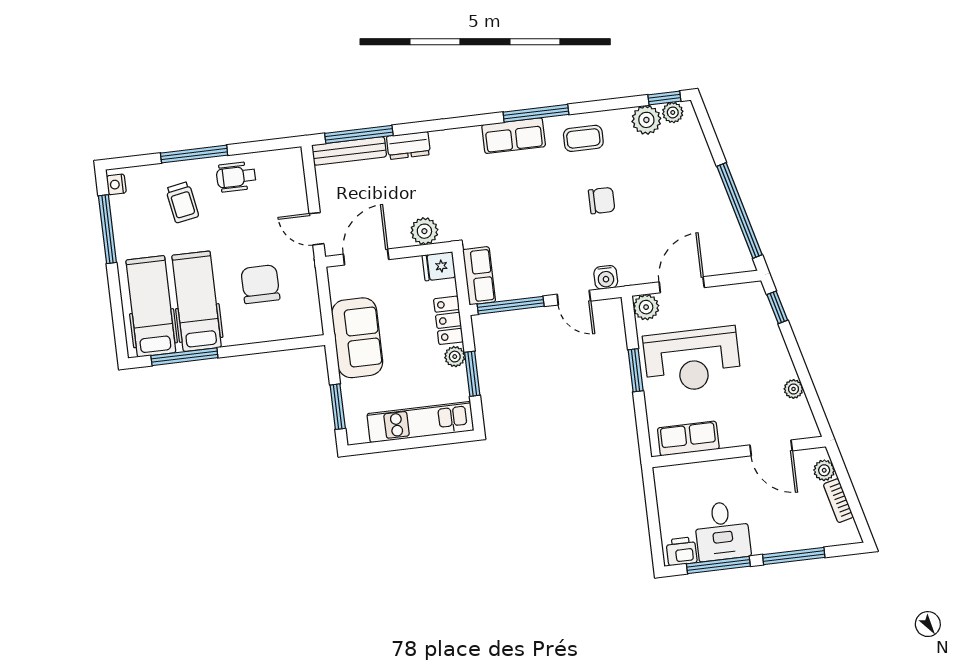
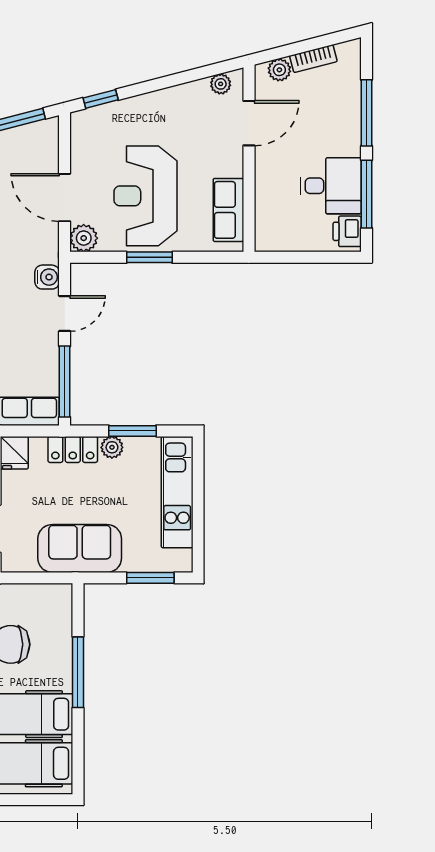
window: (184, 357) -> (78, 672), moved
reception desk: (692, 360) -> (146, 196), turned 180
plant: (794, 389) -> (221, 84), moved

